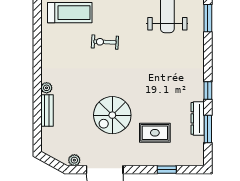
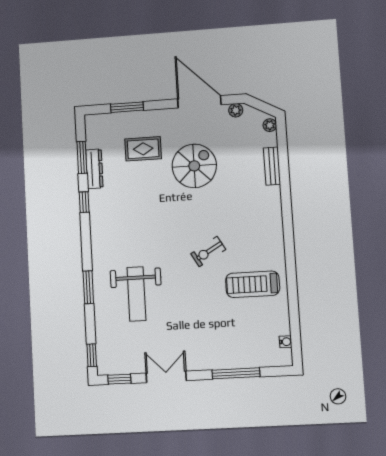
exercise bike: (105, 42) -> (208, 252), turned 147
plant: (47, 88) -> (270, 125), moved
window: (167, 170) -> (127, 107), width x1.50

